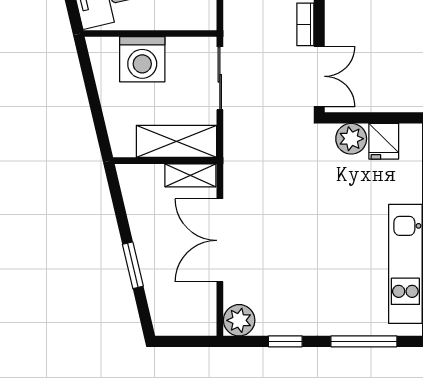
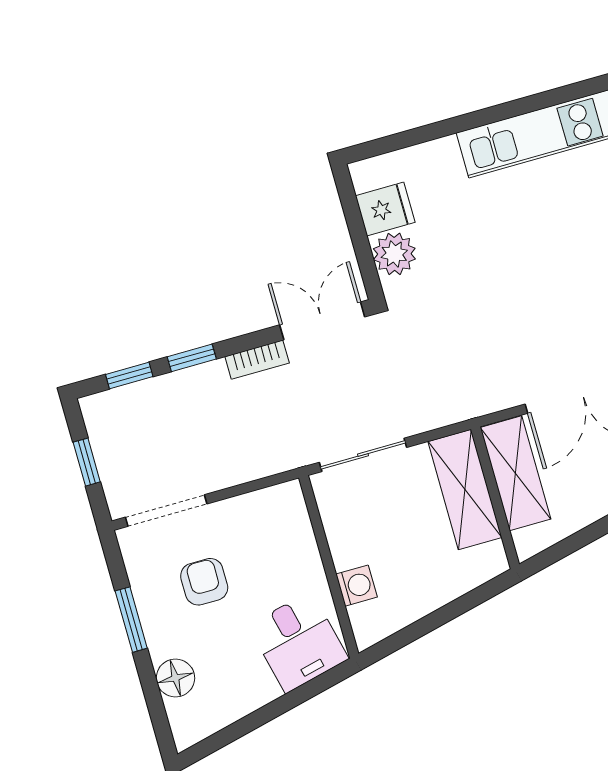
washing machine: (142, 59) -> (357, 586), width x0.53, depth x0.53
shelving: (190, 175) -> (516, 473), width x1.50, depth x1.33

